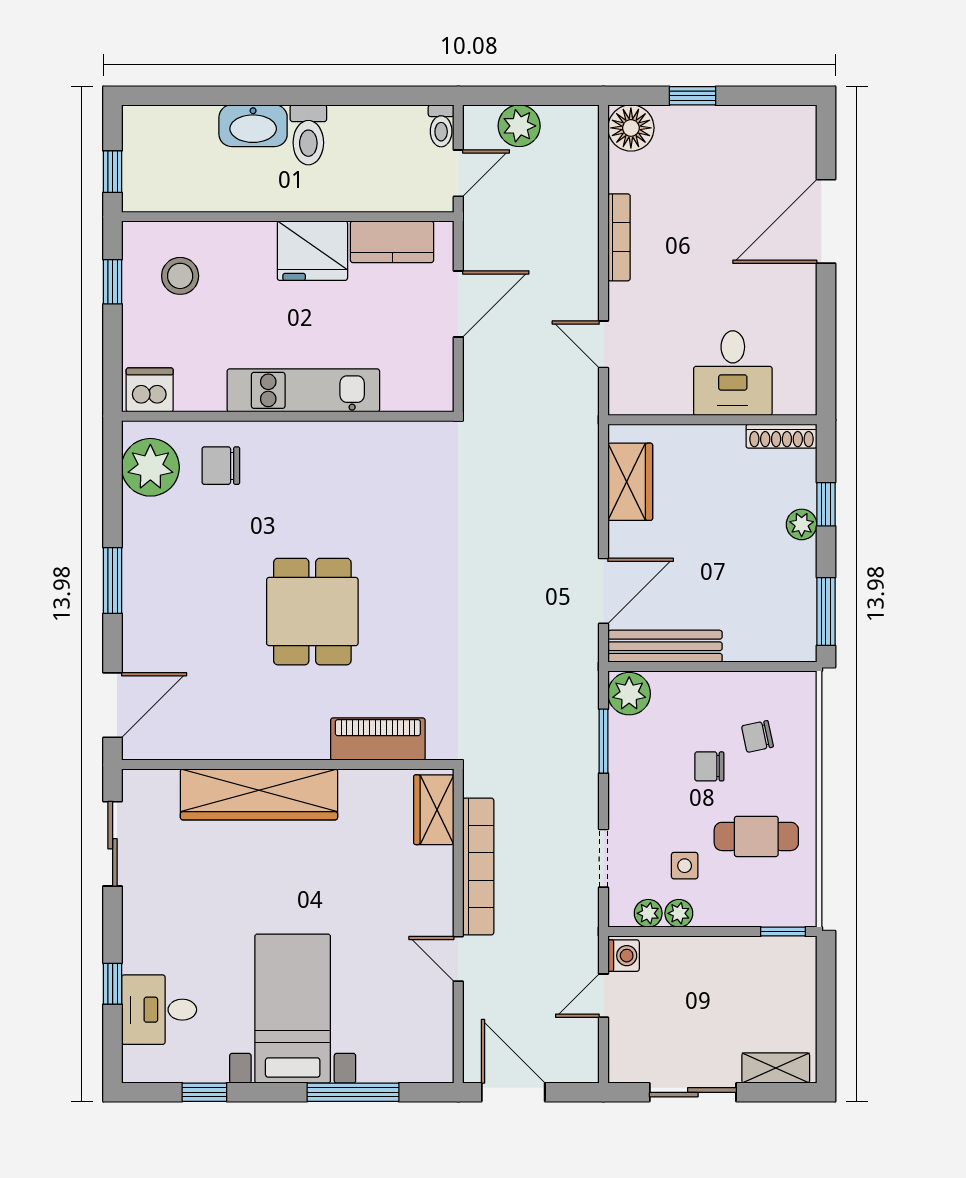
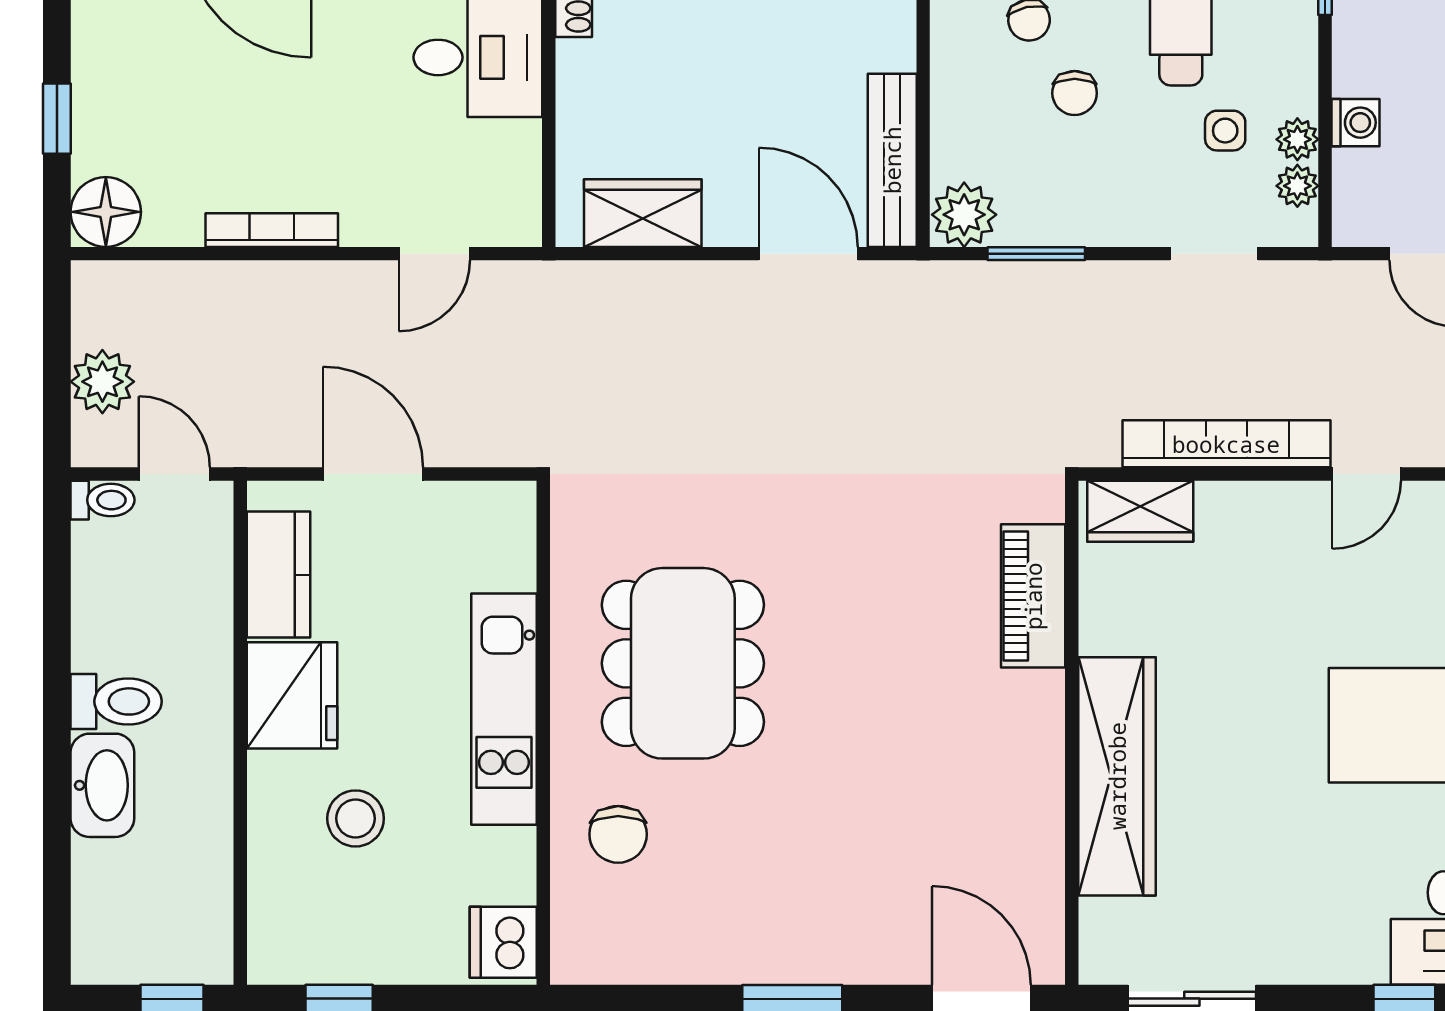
stool: (180, 276) -> (356, 818), moved
plant: (150, 467) -> (621, 941), removed
dining table: (312, 612) -> (683, 663), moved, width x1.38
washing machine: (624, 956) -> (1356, 123), moved, turned 90

